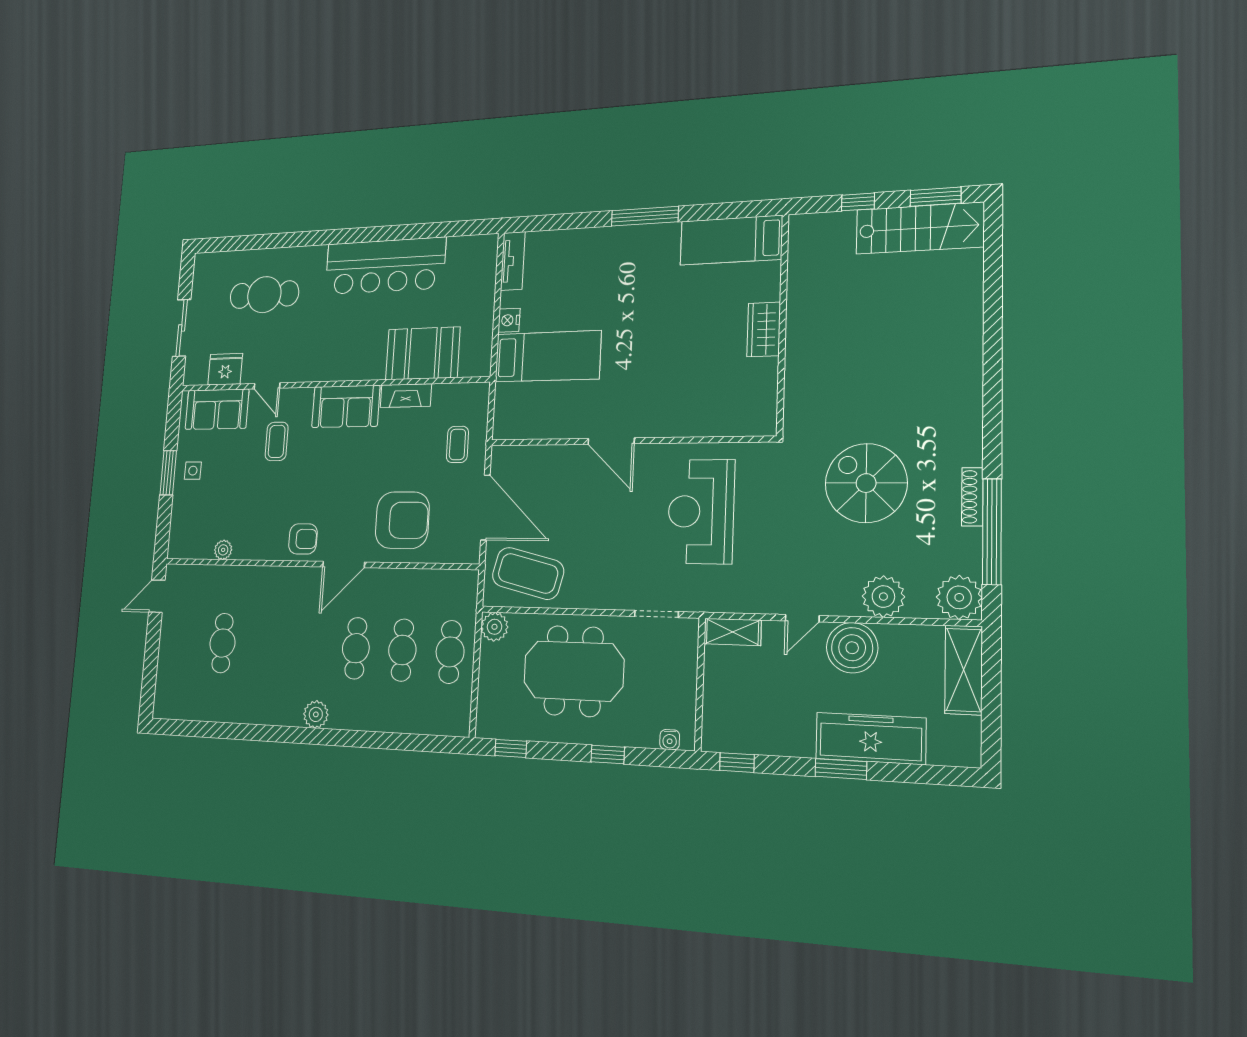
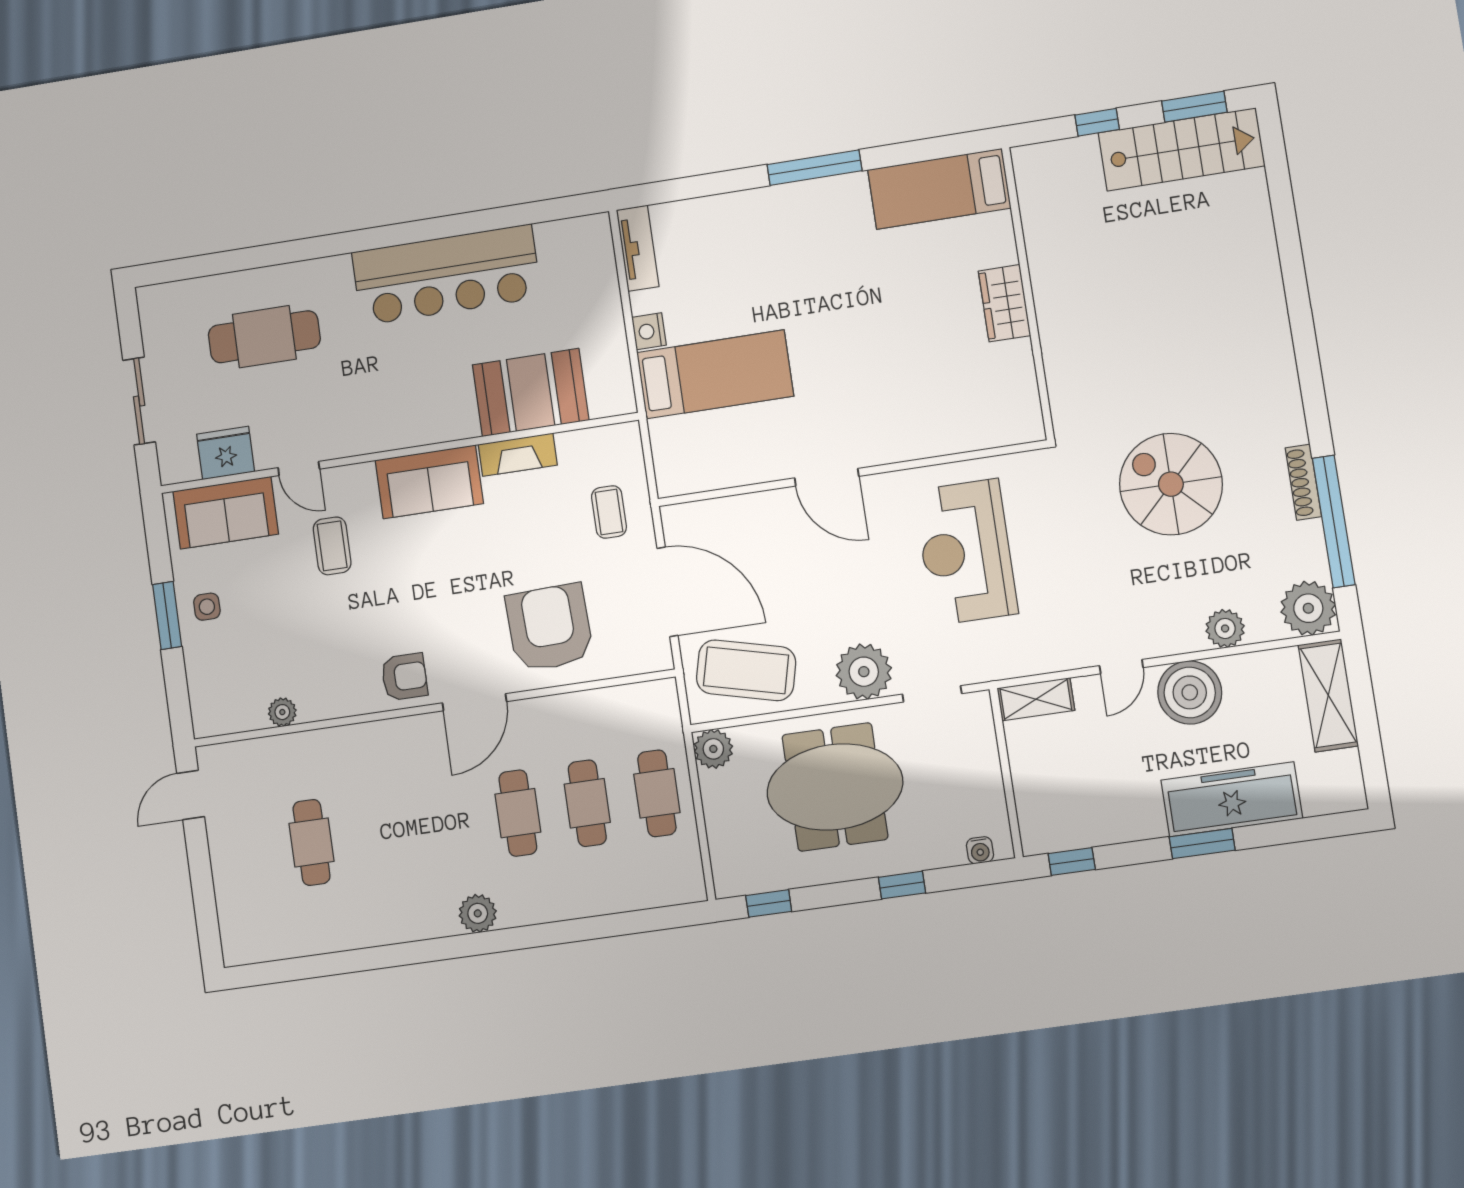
armchair: (402, 520) -> (549, 628), turned -92
plant: (610, 589) -> (864, 672), added
plant: (883, 597) -> (1225, 628), width x0.73, depth x0.73

